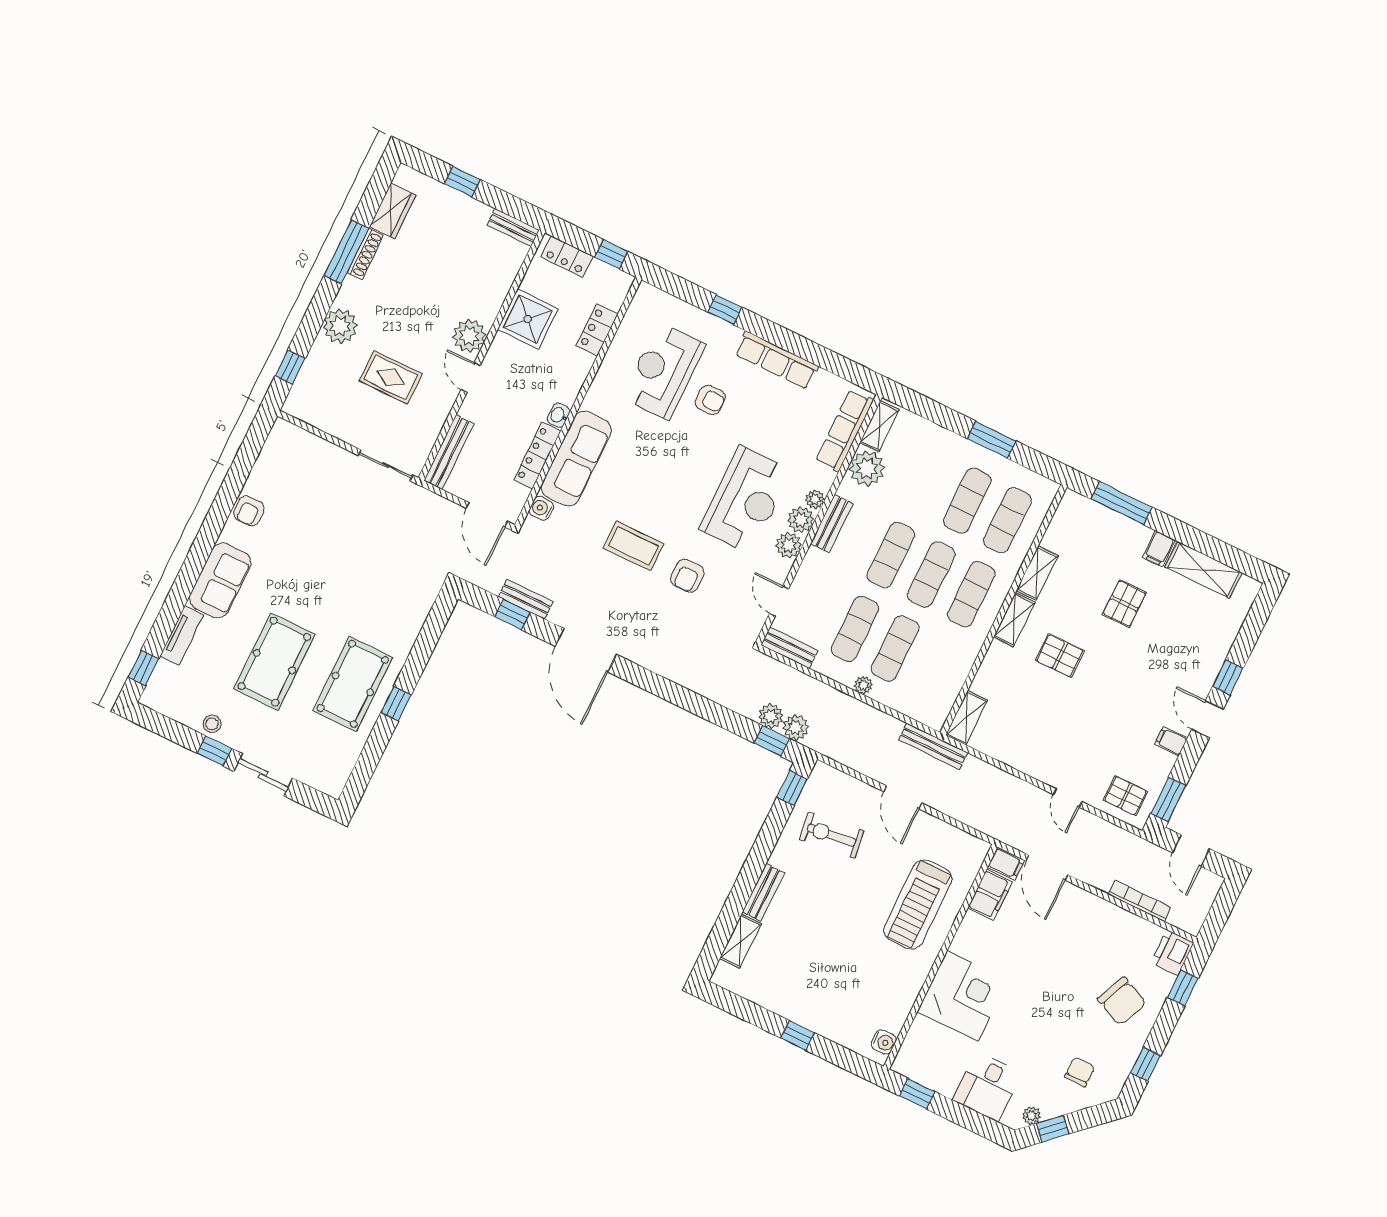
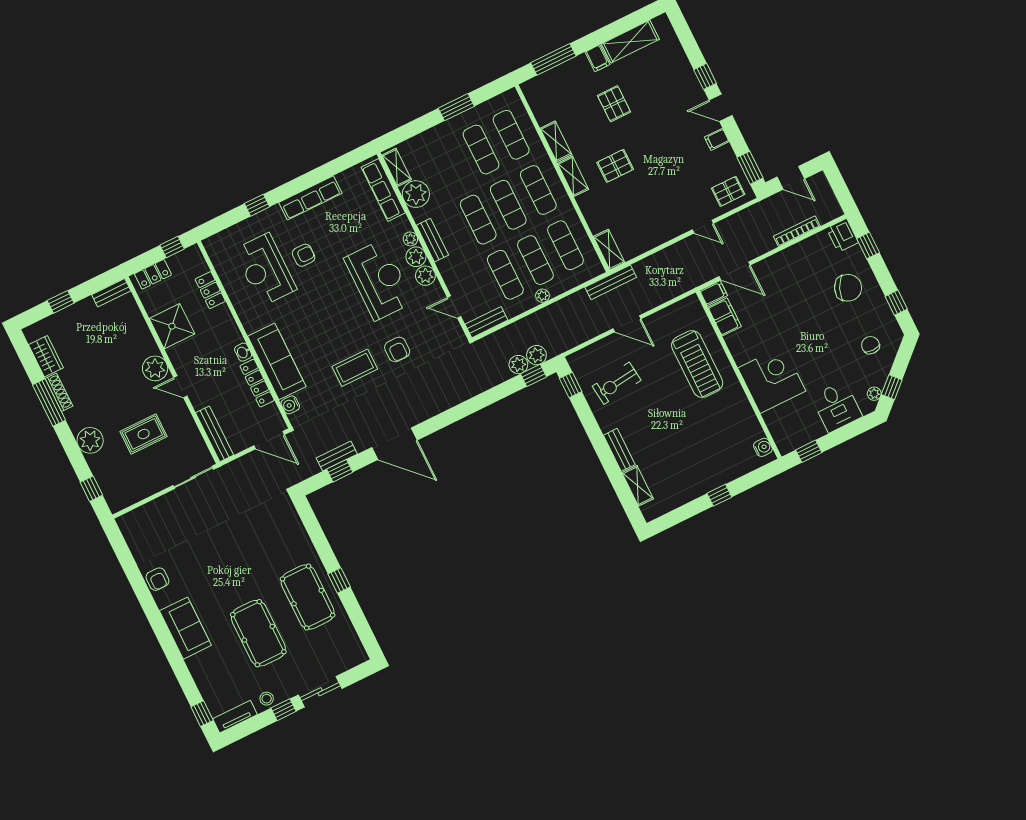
tv unit: (182, 635) -> (235, 717), moved, turned -90
exercise mat: (935, 668) -> (565, 245), added

